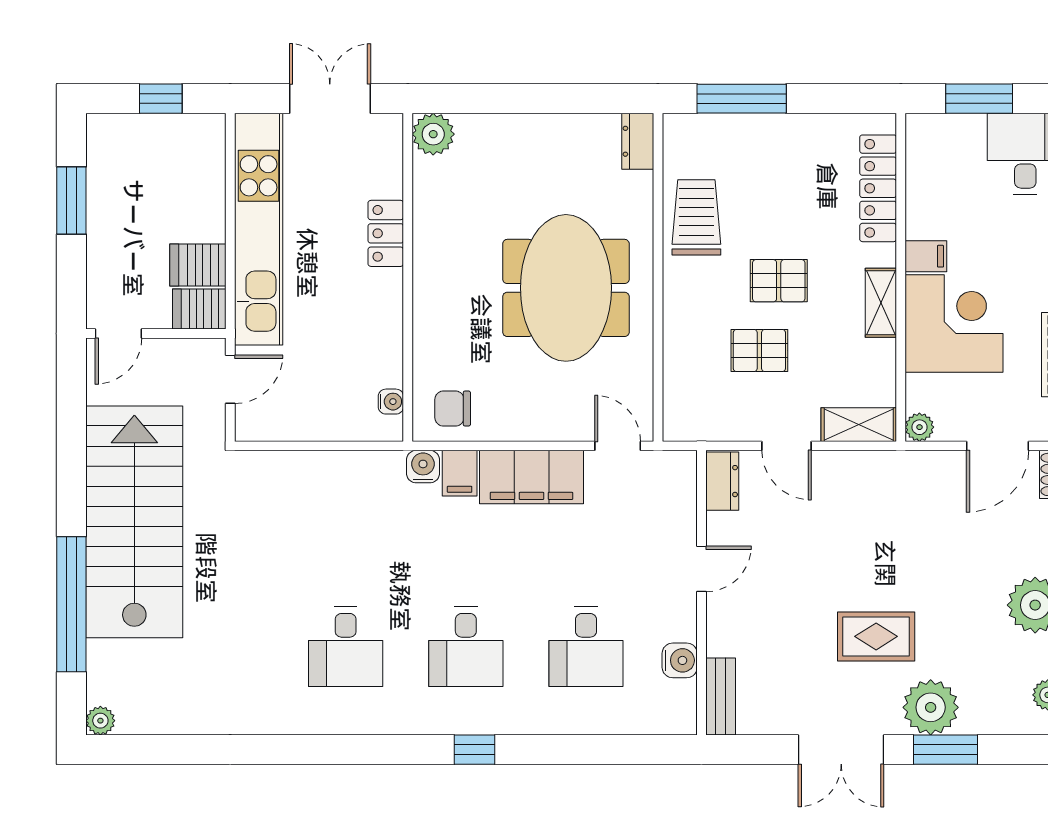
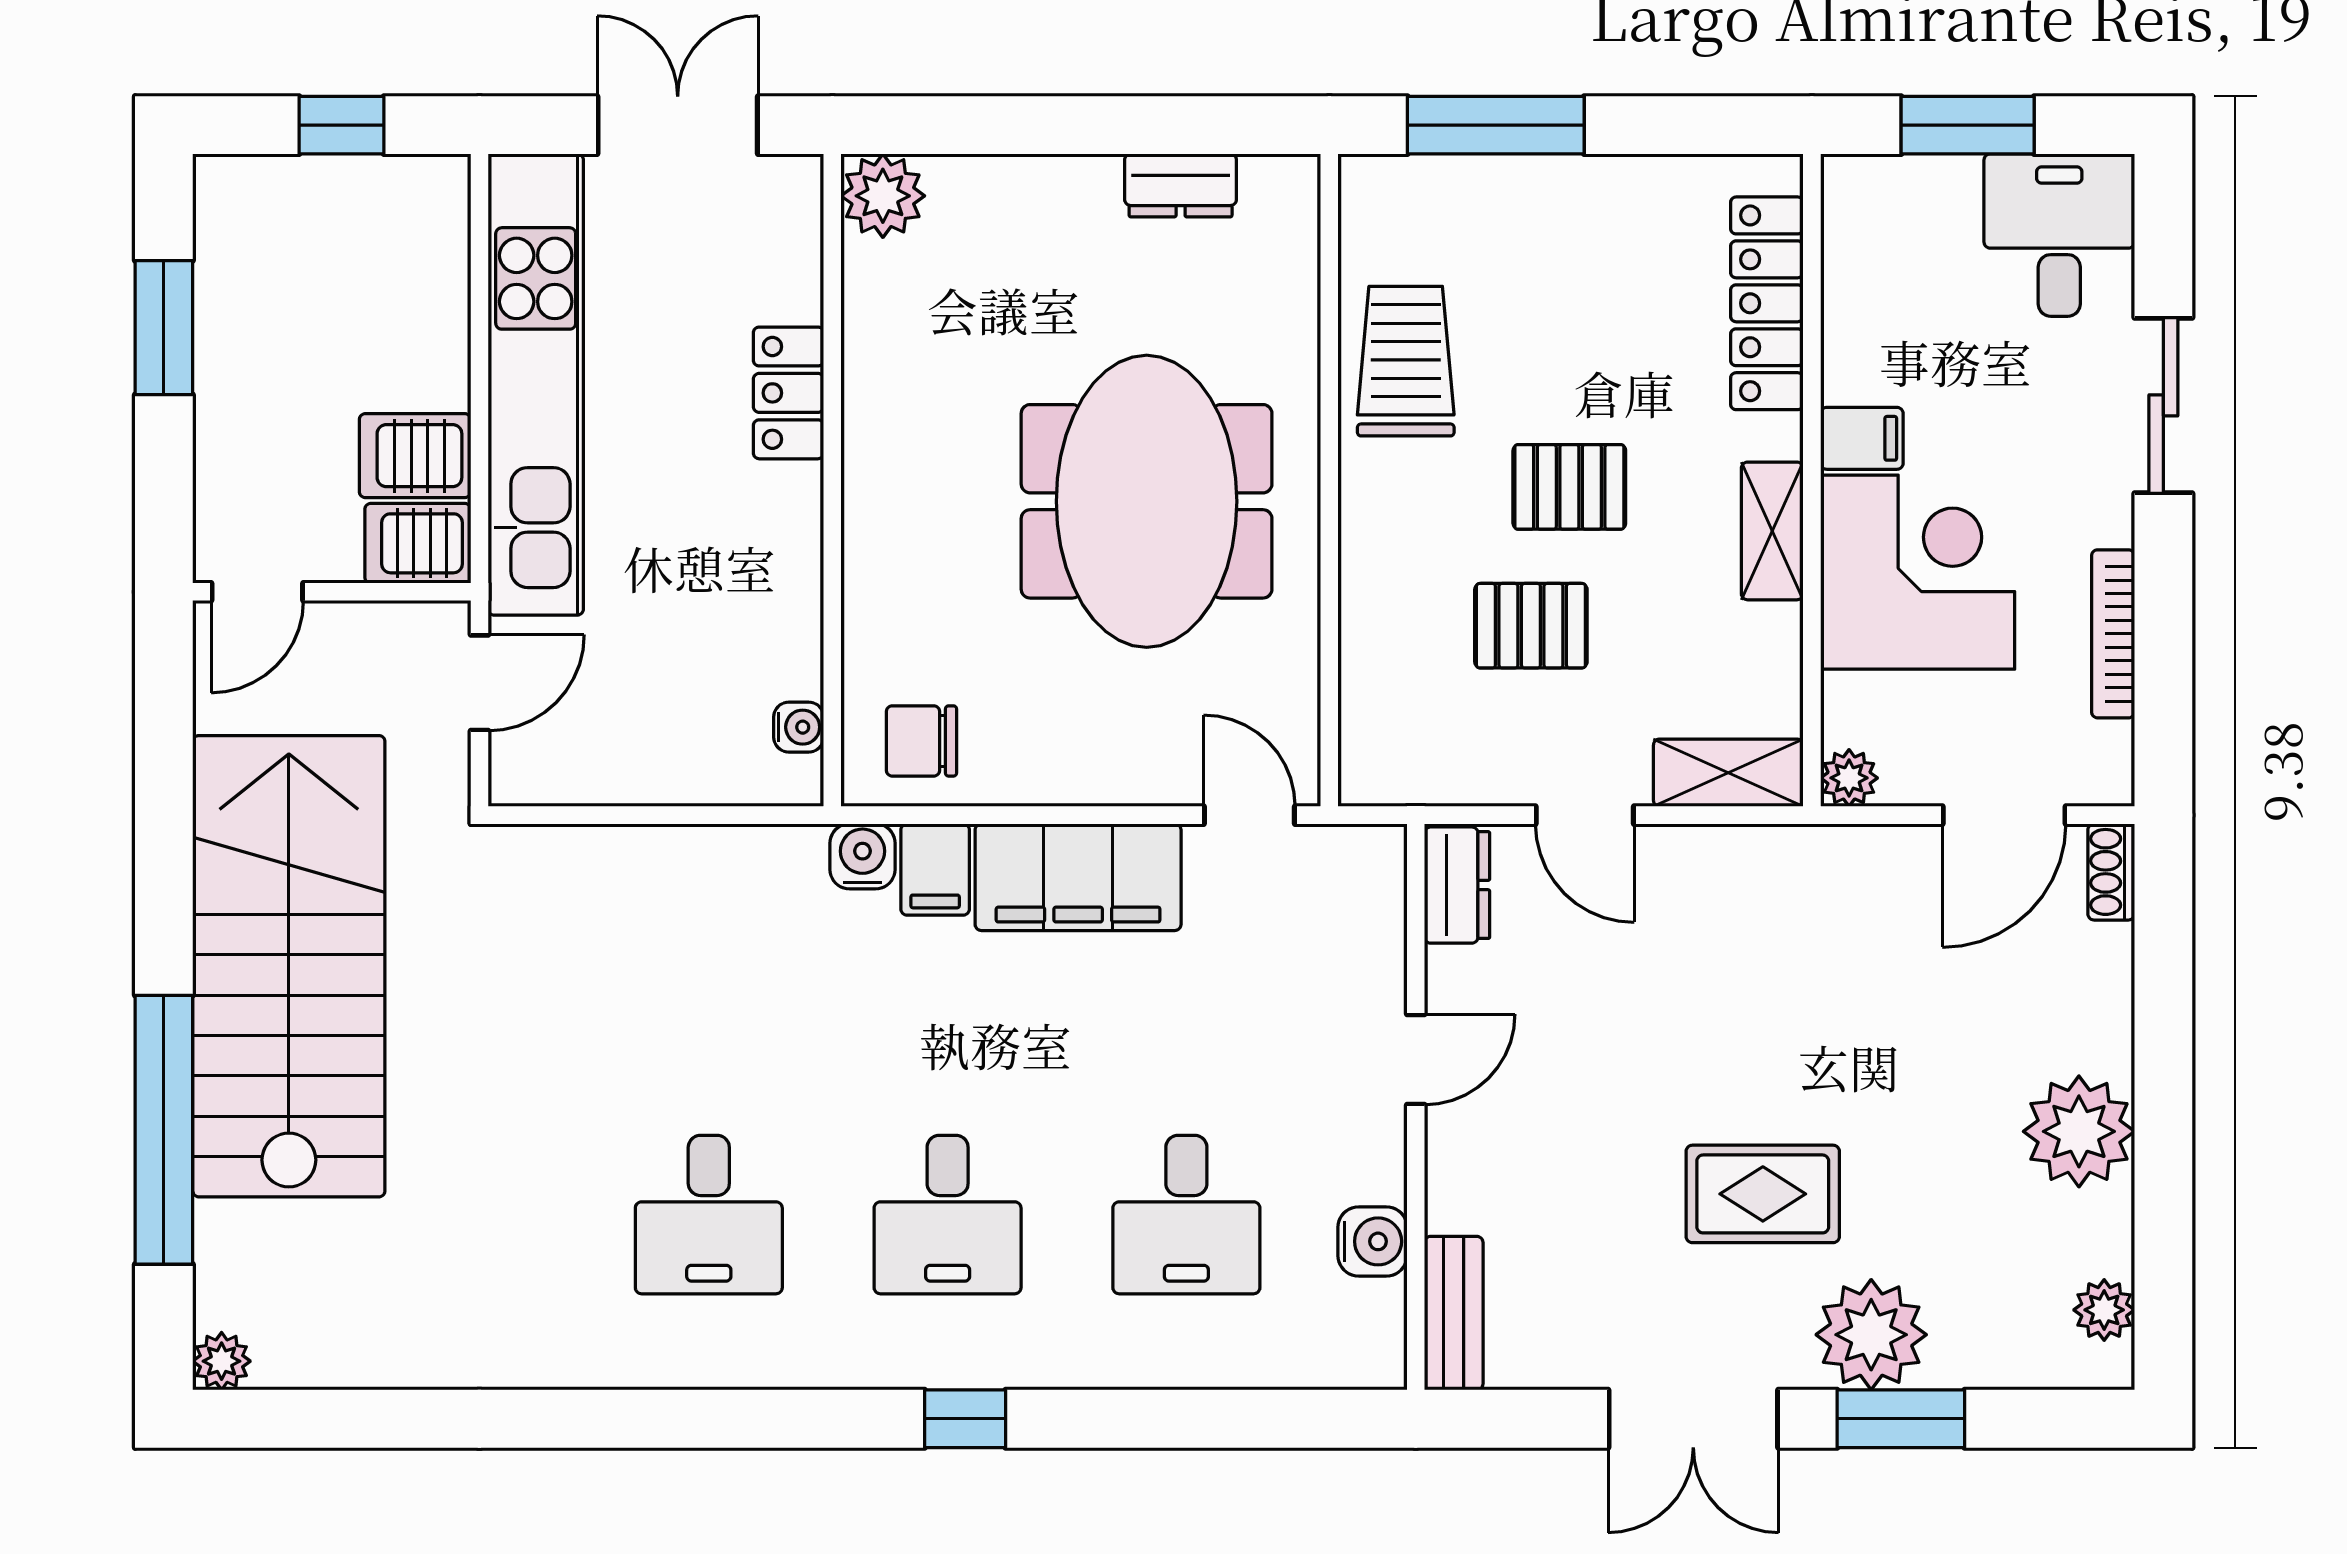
dresser: (638, 141) -> (1181, 185), moved, turned -90

